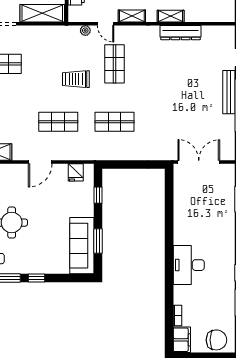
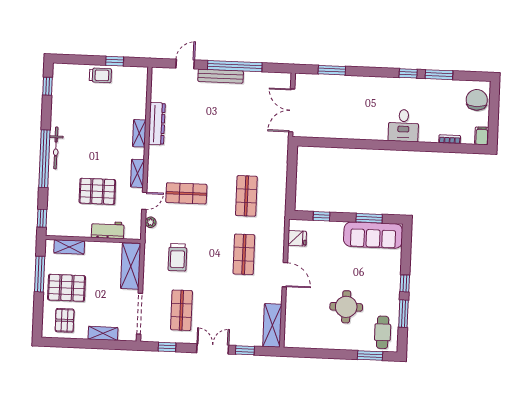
trolley: (76, 79) -> (177, 257), moved
desk: (189, 265) -> (403, 126), width x0.73
filing cabinet: (182, 340) -> (482, 136), width x0.50

